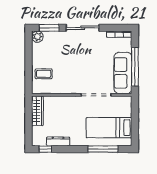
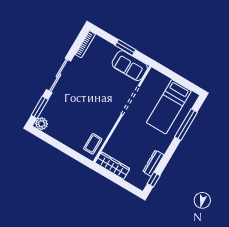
window: (135, 67) -> (125, 48), width x0.47
sofa: (123, 73) -> (130, 66), width x0.73
coffee table: (44, 74) -> (93, 144), moved

